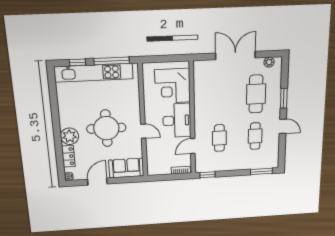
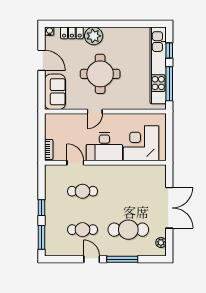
window: (284, 98) -> (122, 259), width x1.44
door: (283, 126) -> (92, 259), swing flipped
window: (208, 175) -> (42, 208), moved

